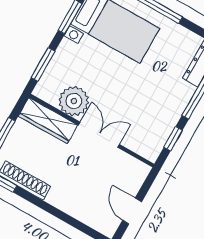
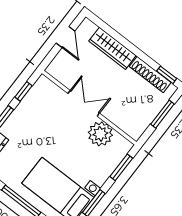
wardrobe: (48, 121) -> (112, 48), moved, turned 180
double door: (99, 135) -> (84, 103), swing flipped

